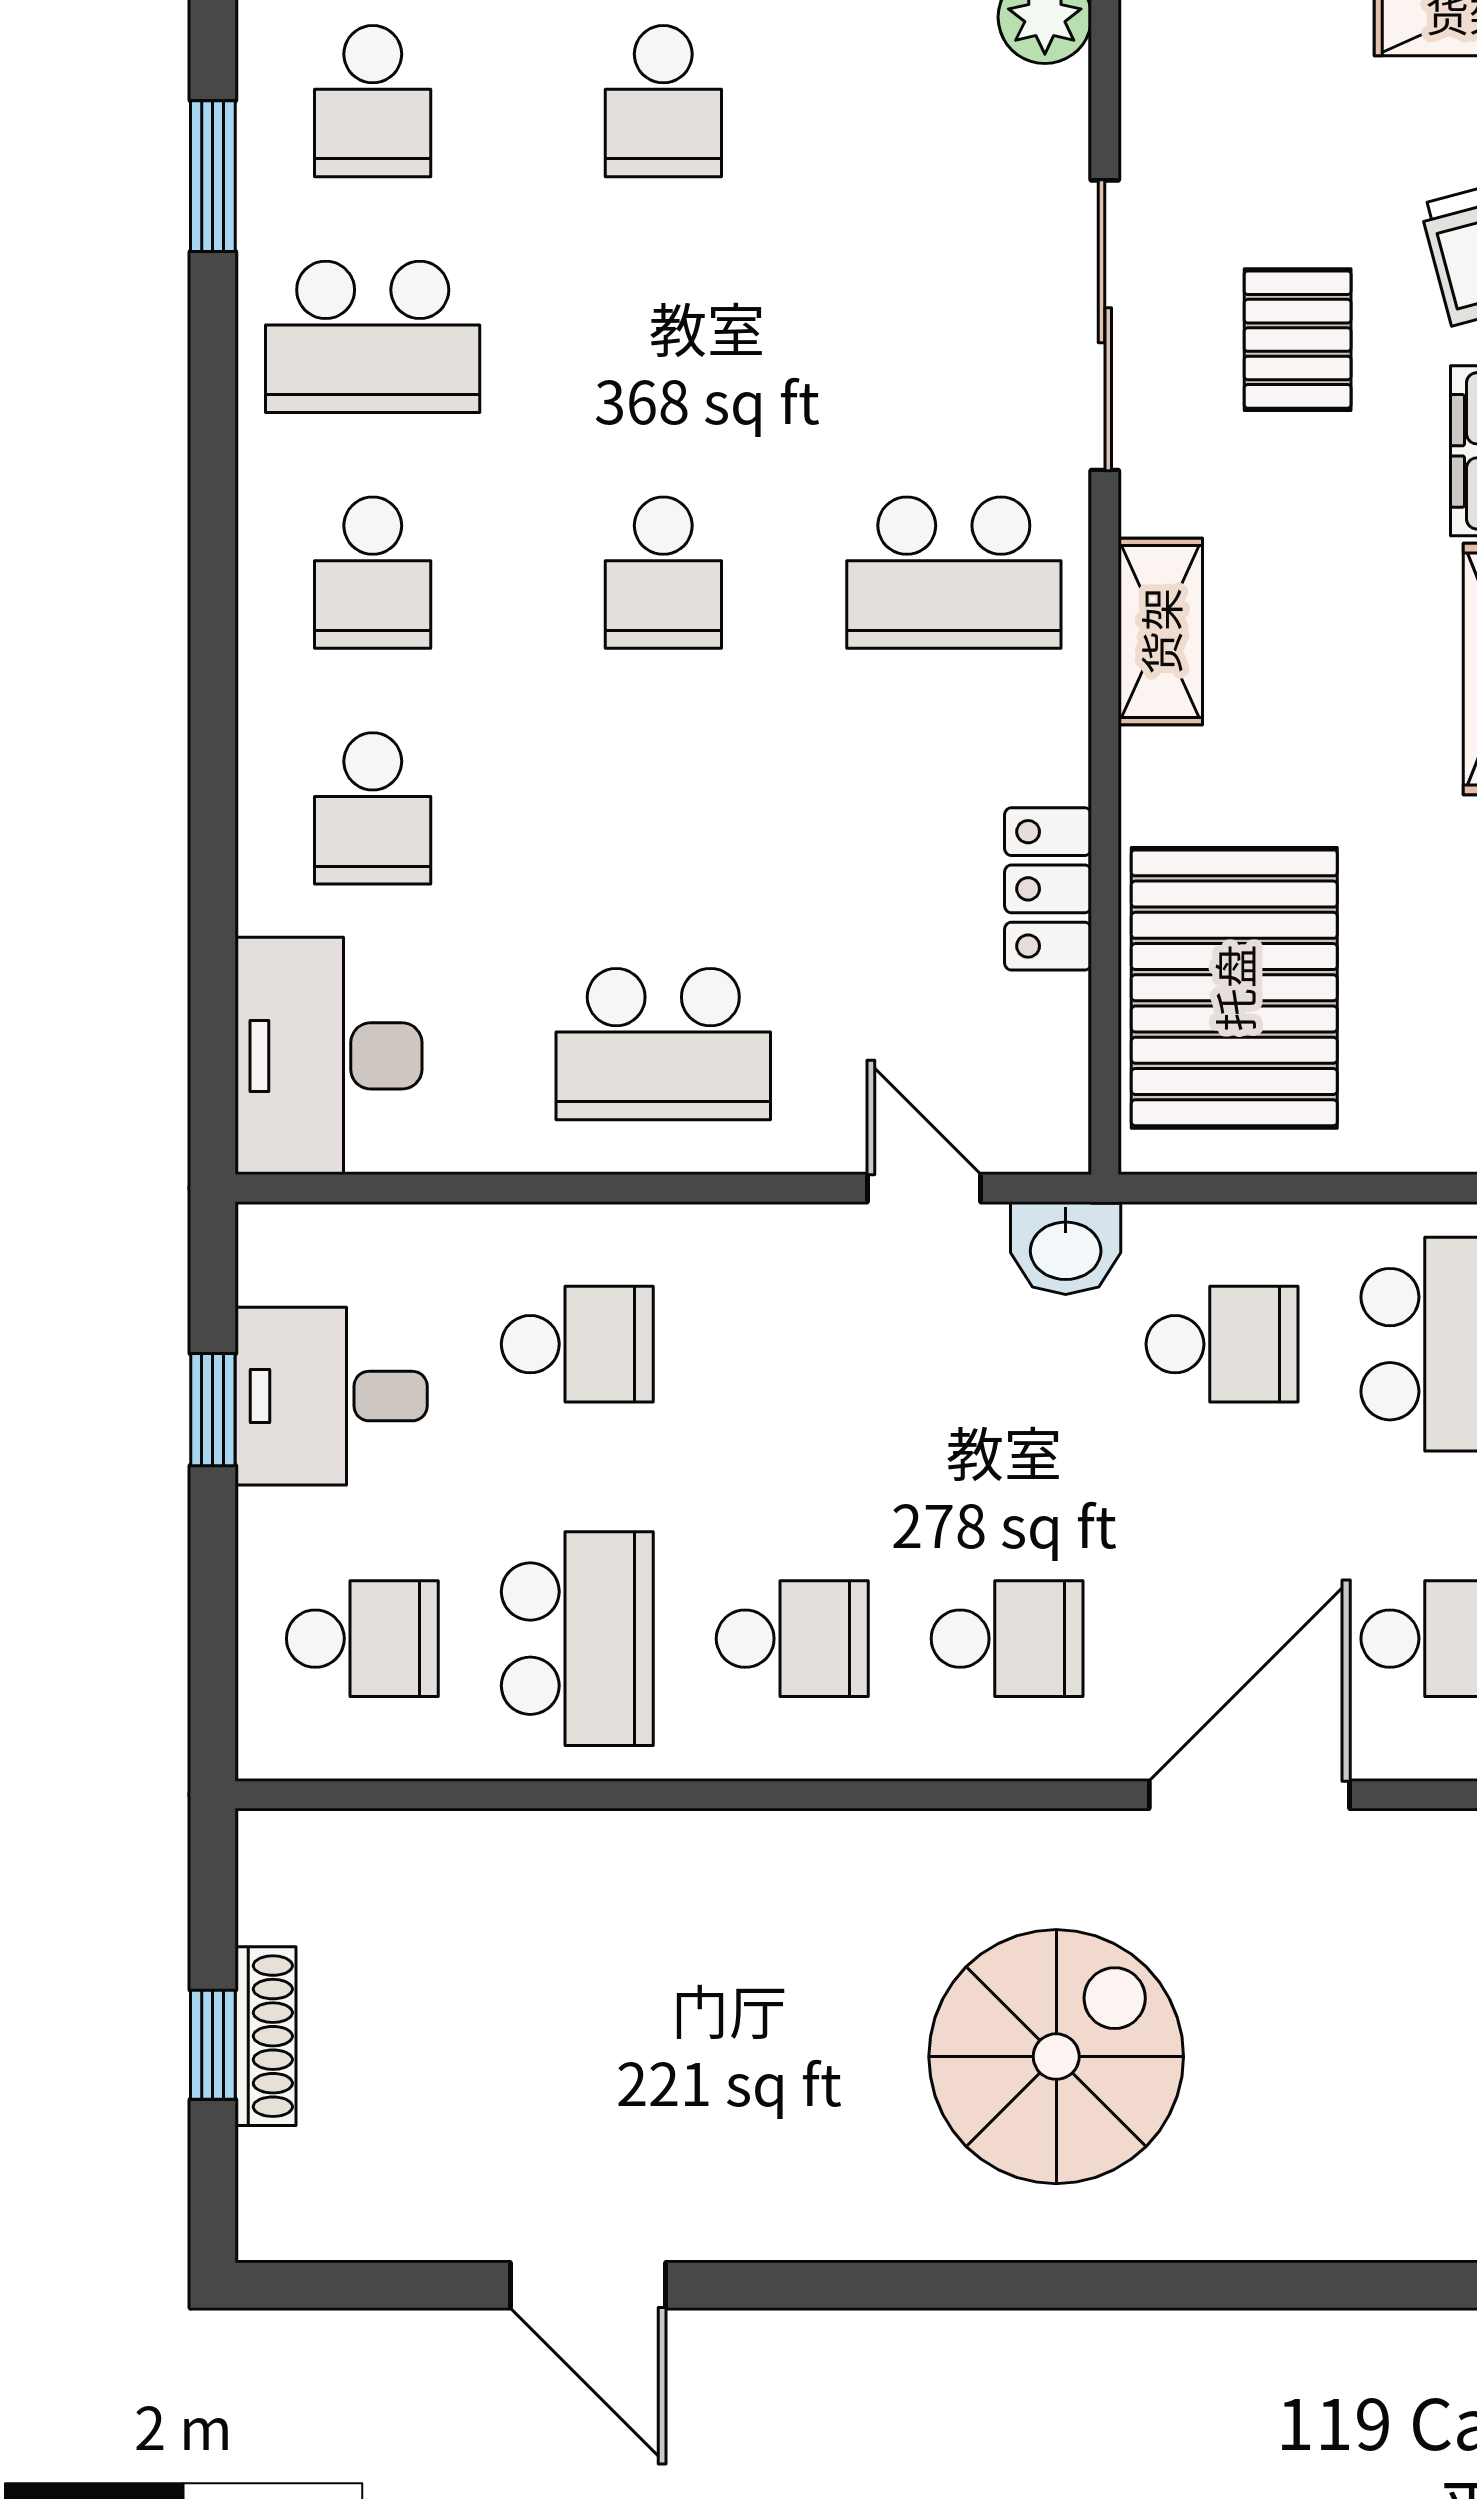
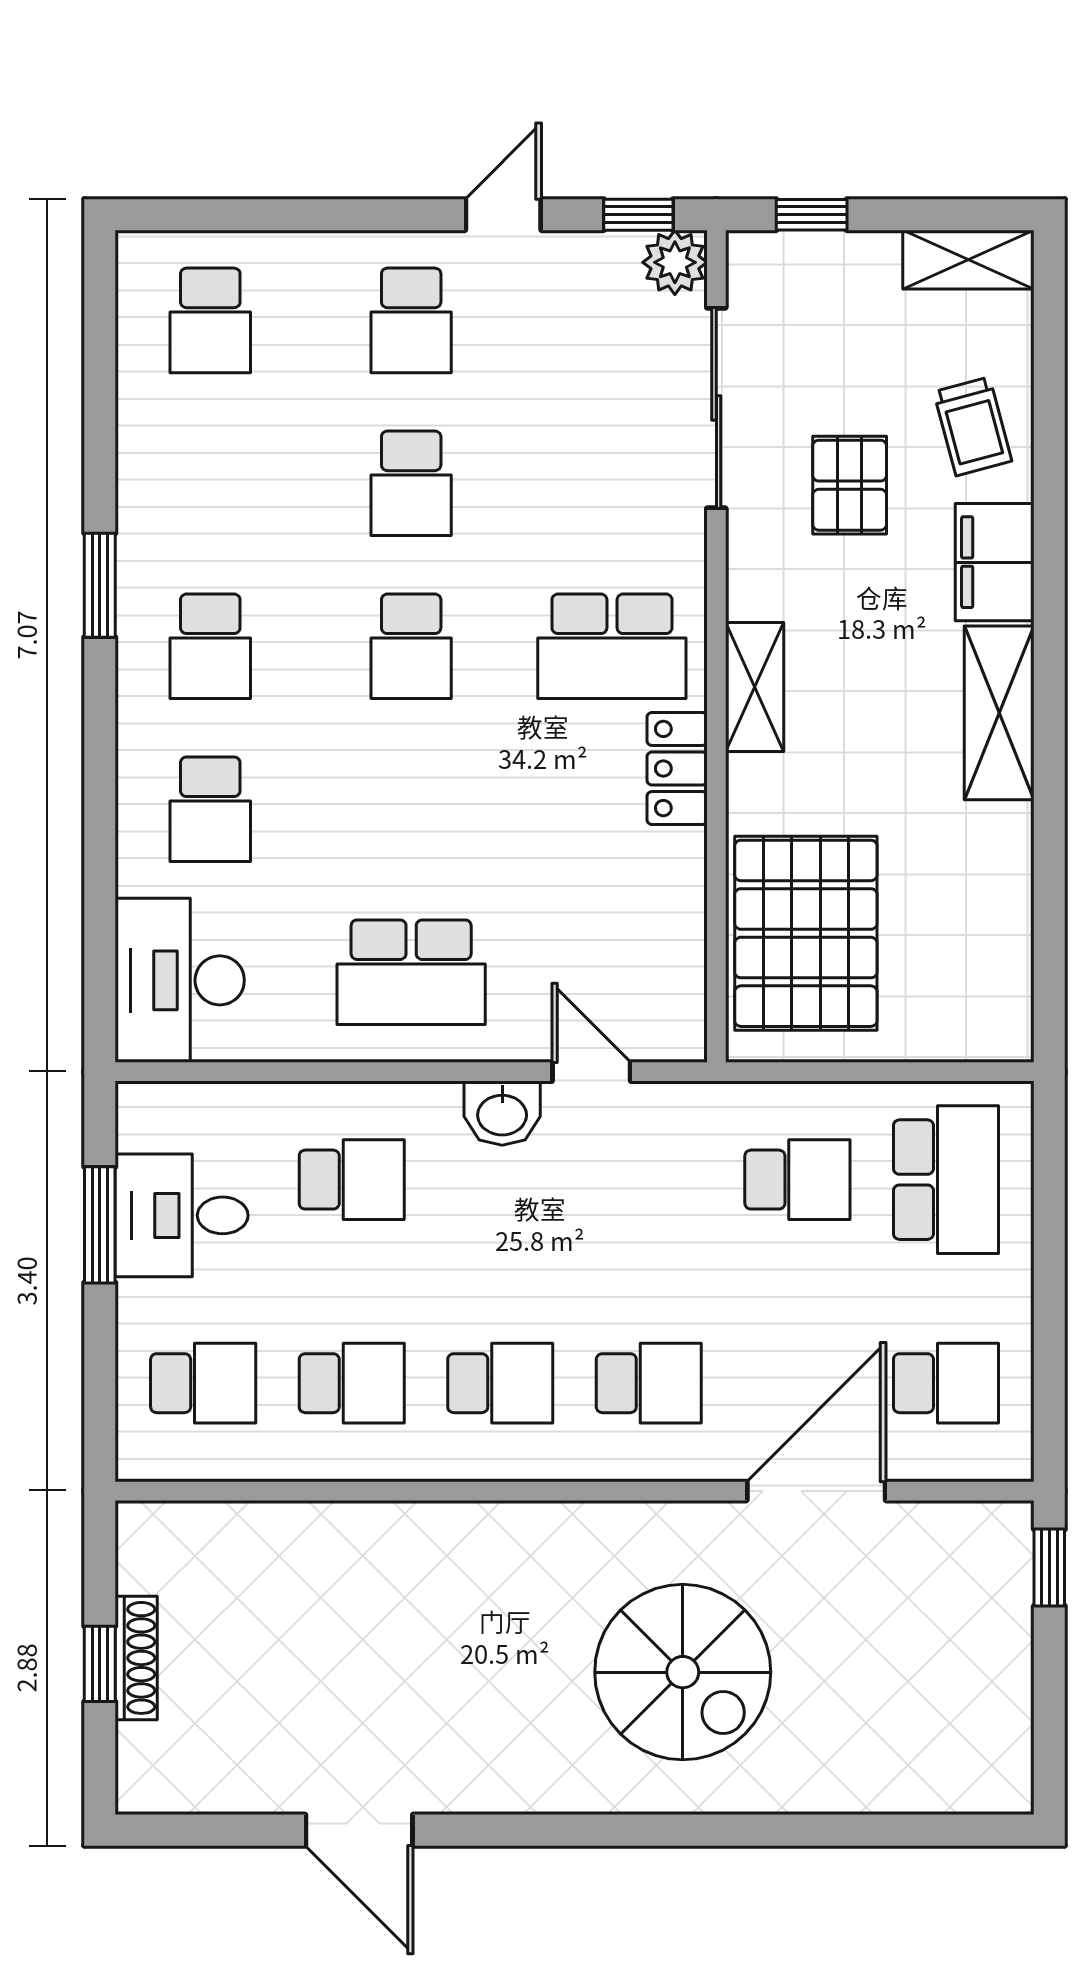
window: (213, 176) -> (100, 585), moved
sliding door: (1105, 325) -> (716, 408), moved
school desk: (373, 337) -> (411, 483), moved, width x0.54
locker: (1048, 889) -> (677, 768), moved
washbasin: (1066, 1248) -> (502, 1113), moved
window: (213, 1410) -> (100, 1225), width x1.50
school desk: (577, 1639) -> (352, 1383), width x0.54
spiral stairs: (1056, 2057) -> (683, 1672), turned 90

